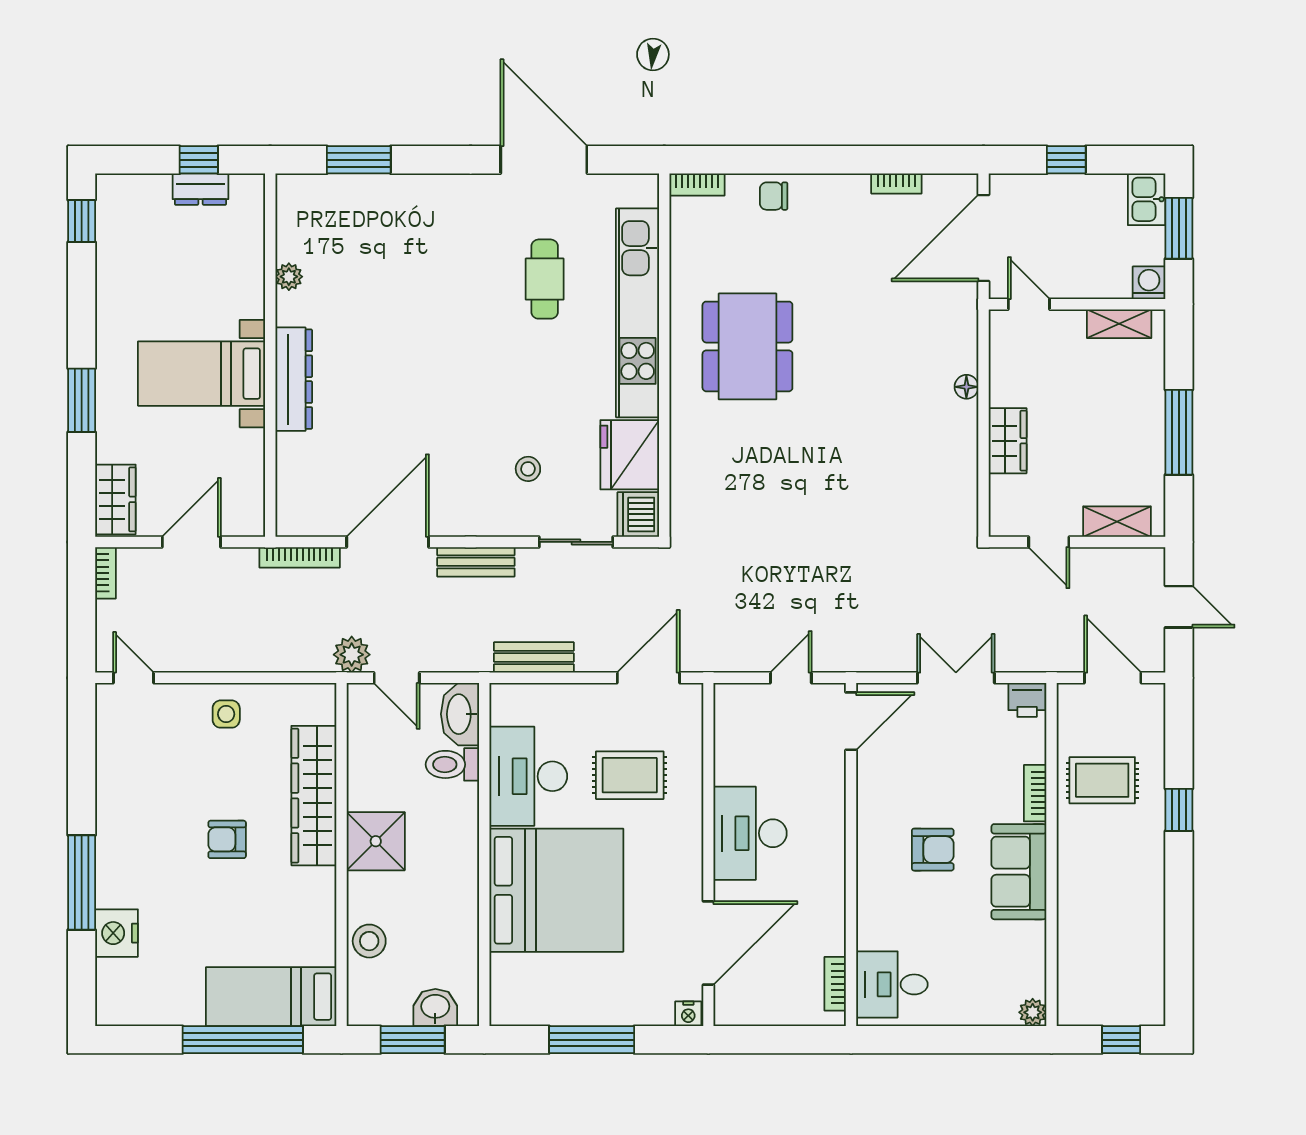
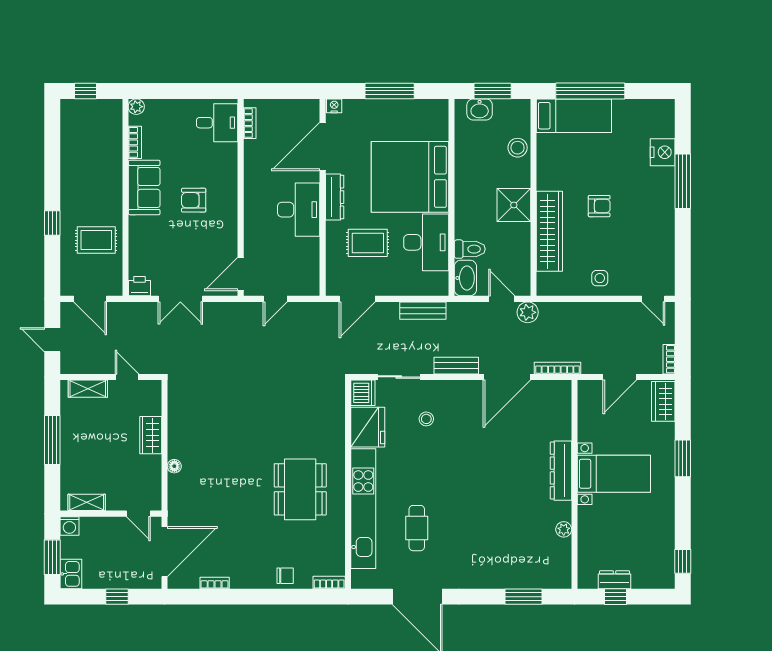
bookcase: (1035, 793) -> (135, 142), moved
dresser: (687, 855) -> (335, 197), added

